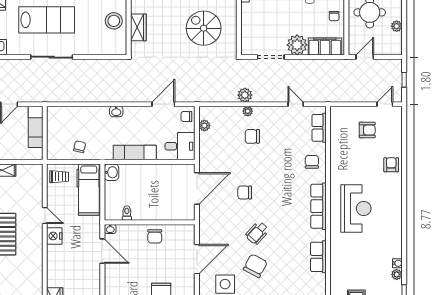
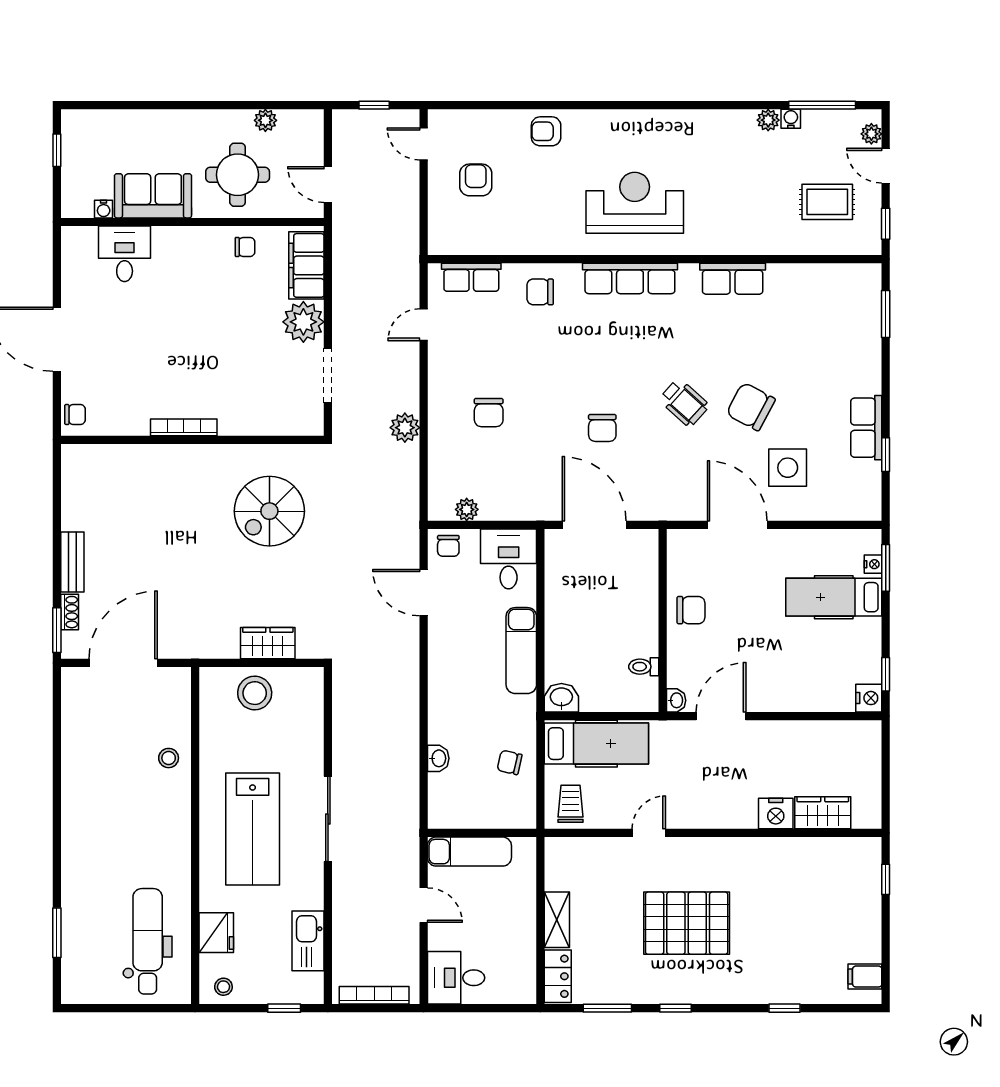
lab bench: (47, 20) -> (253, 829), turned 180
washbasin: (116, 111) -> (438, 758), moved
plant: (248, 111) -> (438, 422), removed
nightstand: (54, 236) -> (776, 814), moved
water cooler: (397, 263) -> (791, 119), moved

